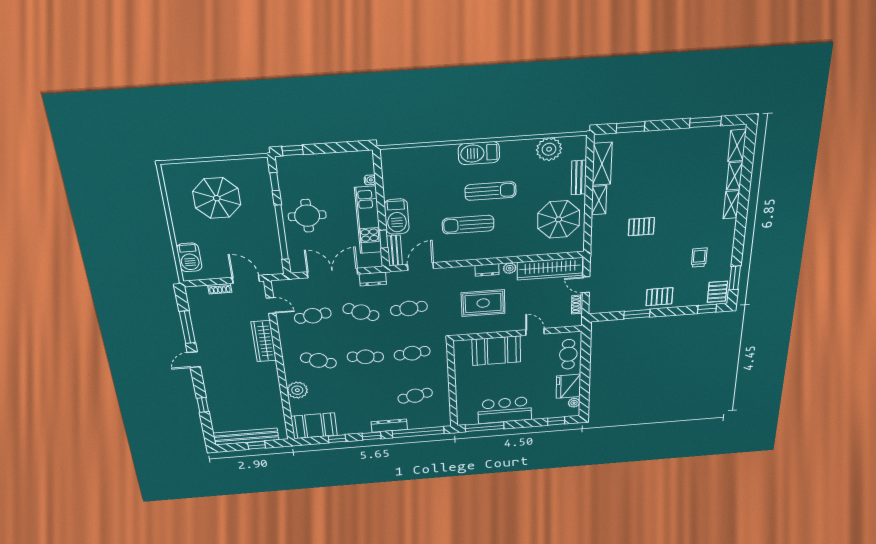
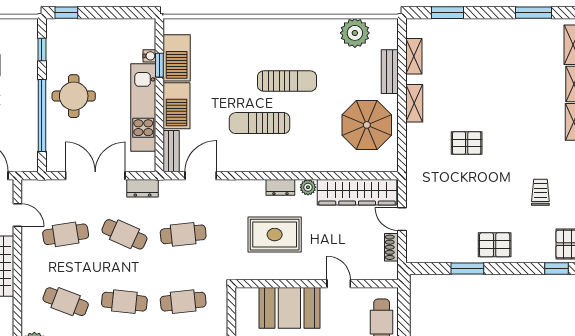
barbecue: (479, 153) -> (177, 58), moved, turned -90
shelving: (602, 164) -> (414, 56), width x0.67, depth x0.75
window: (384, 239) -> (159, 65), moved

